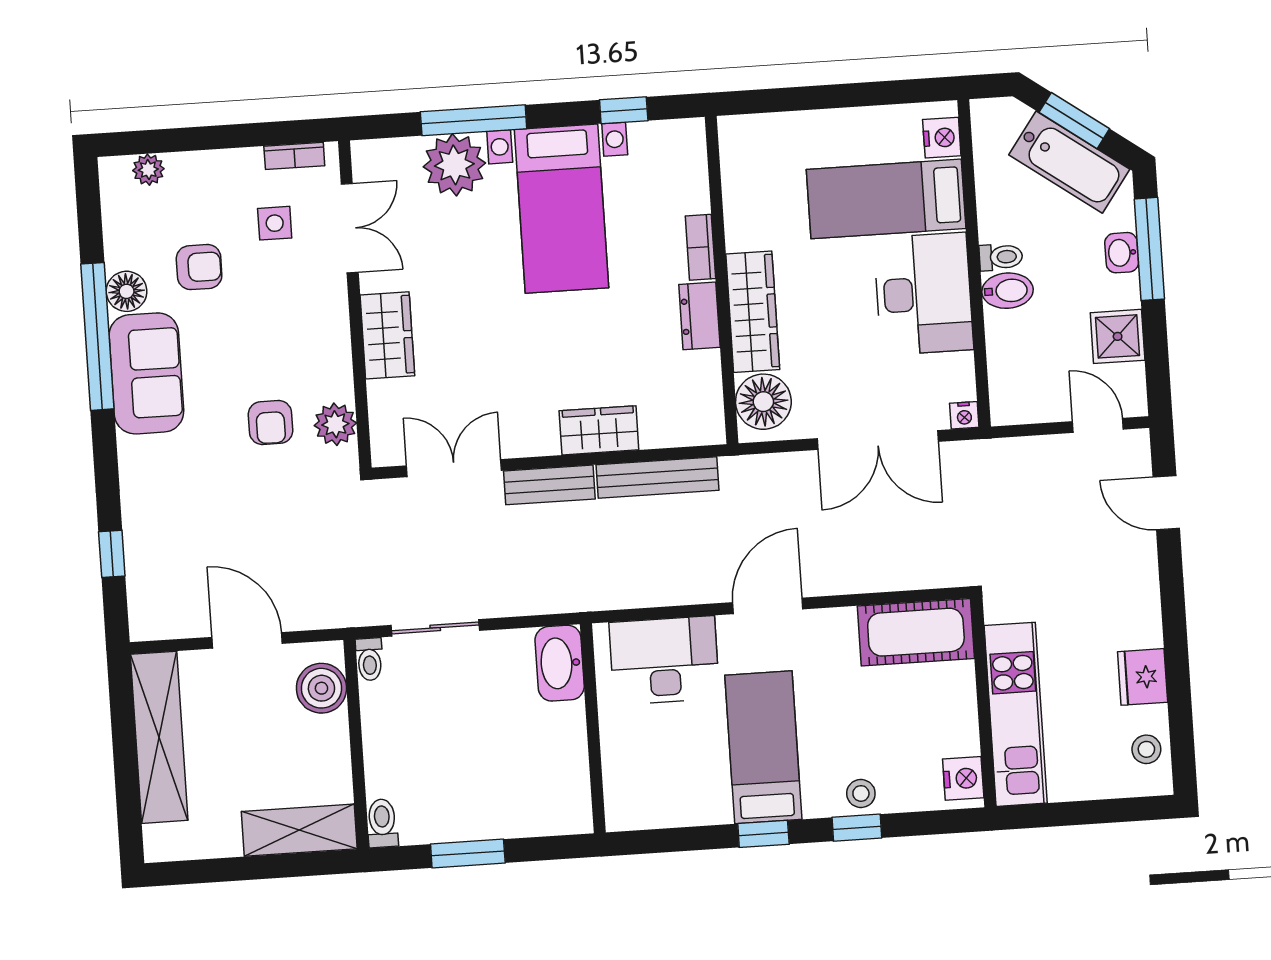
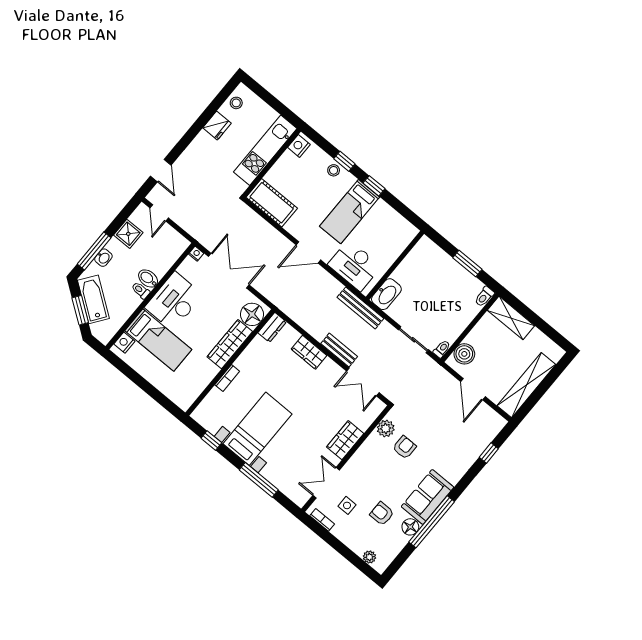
plant: (454, 165) -> (277, 472), removed
dresser: (699, 316) -> (272, 327), moved
bench: (657, 478) -> (360, 308), moved

